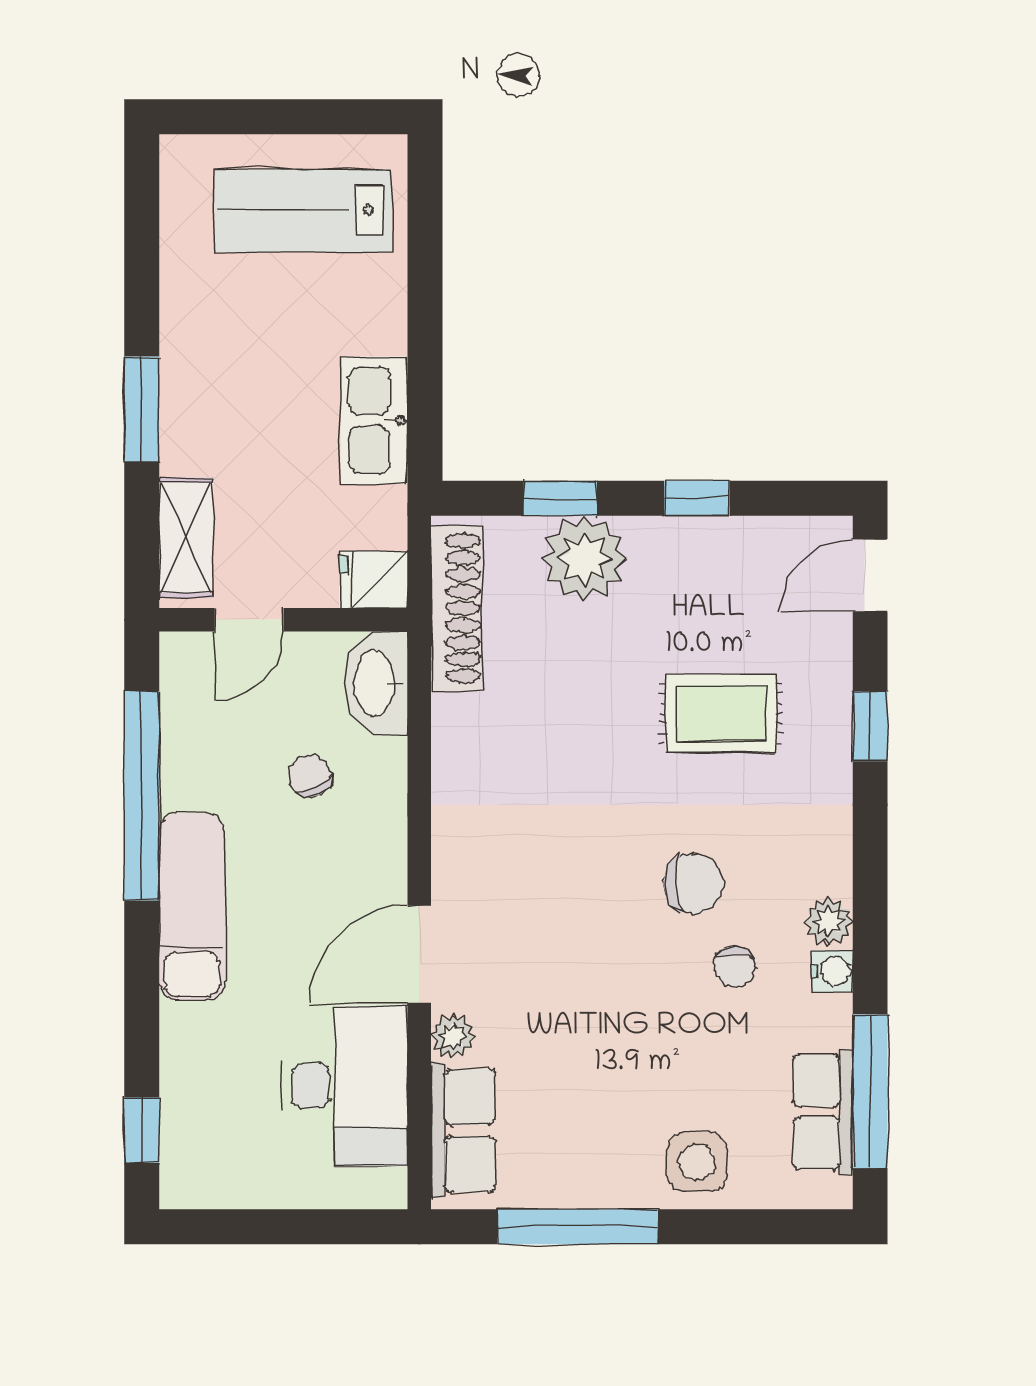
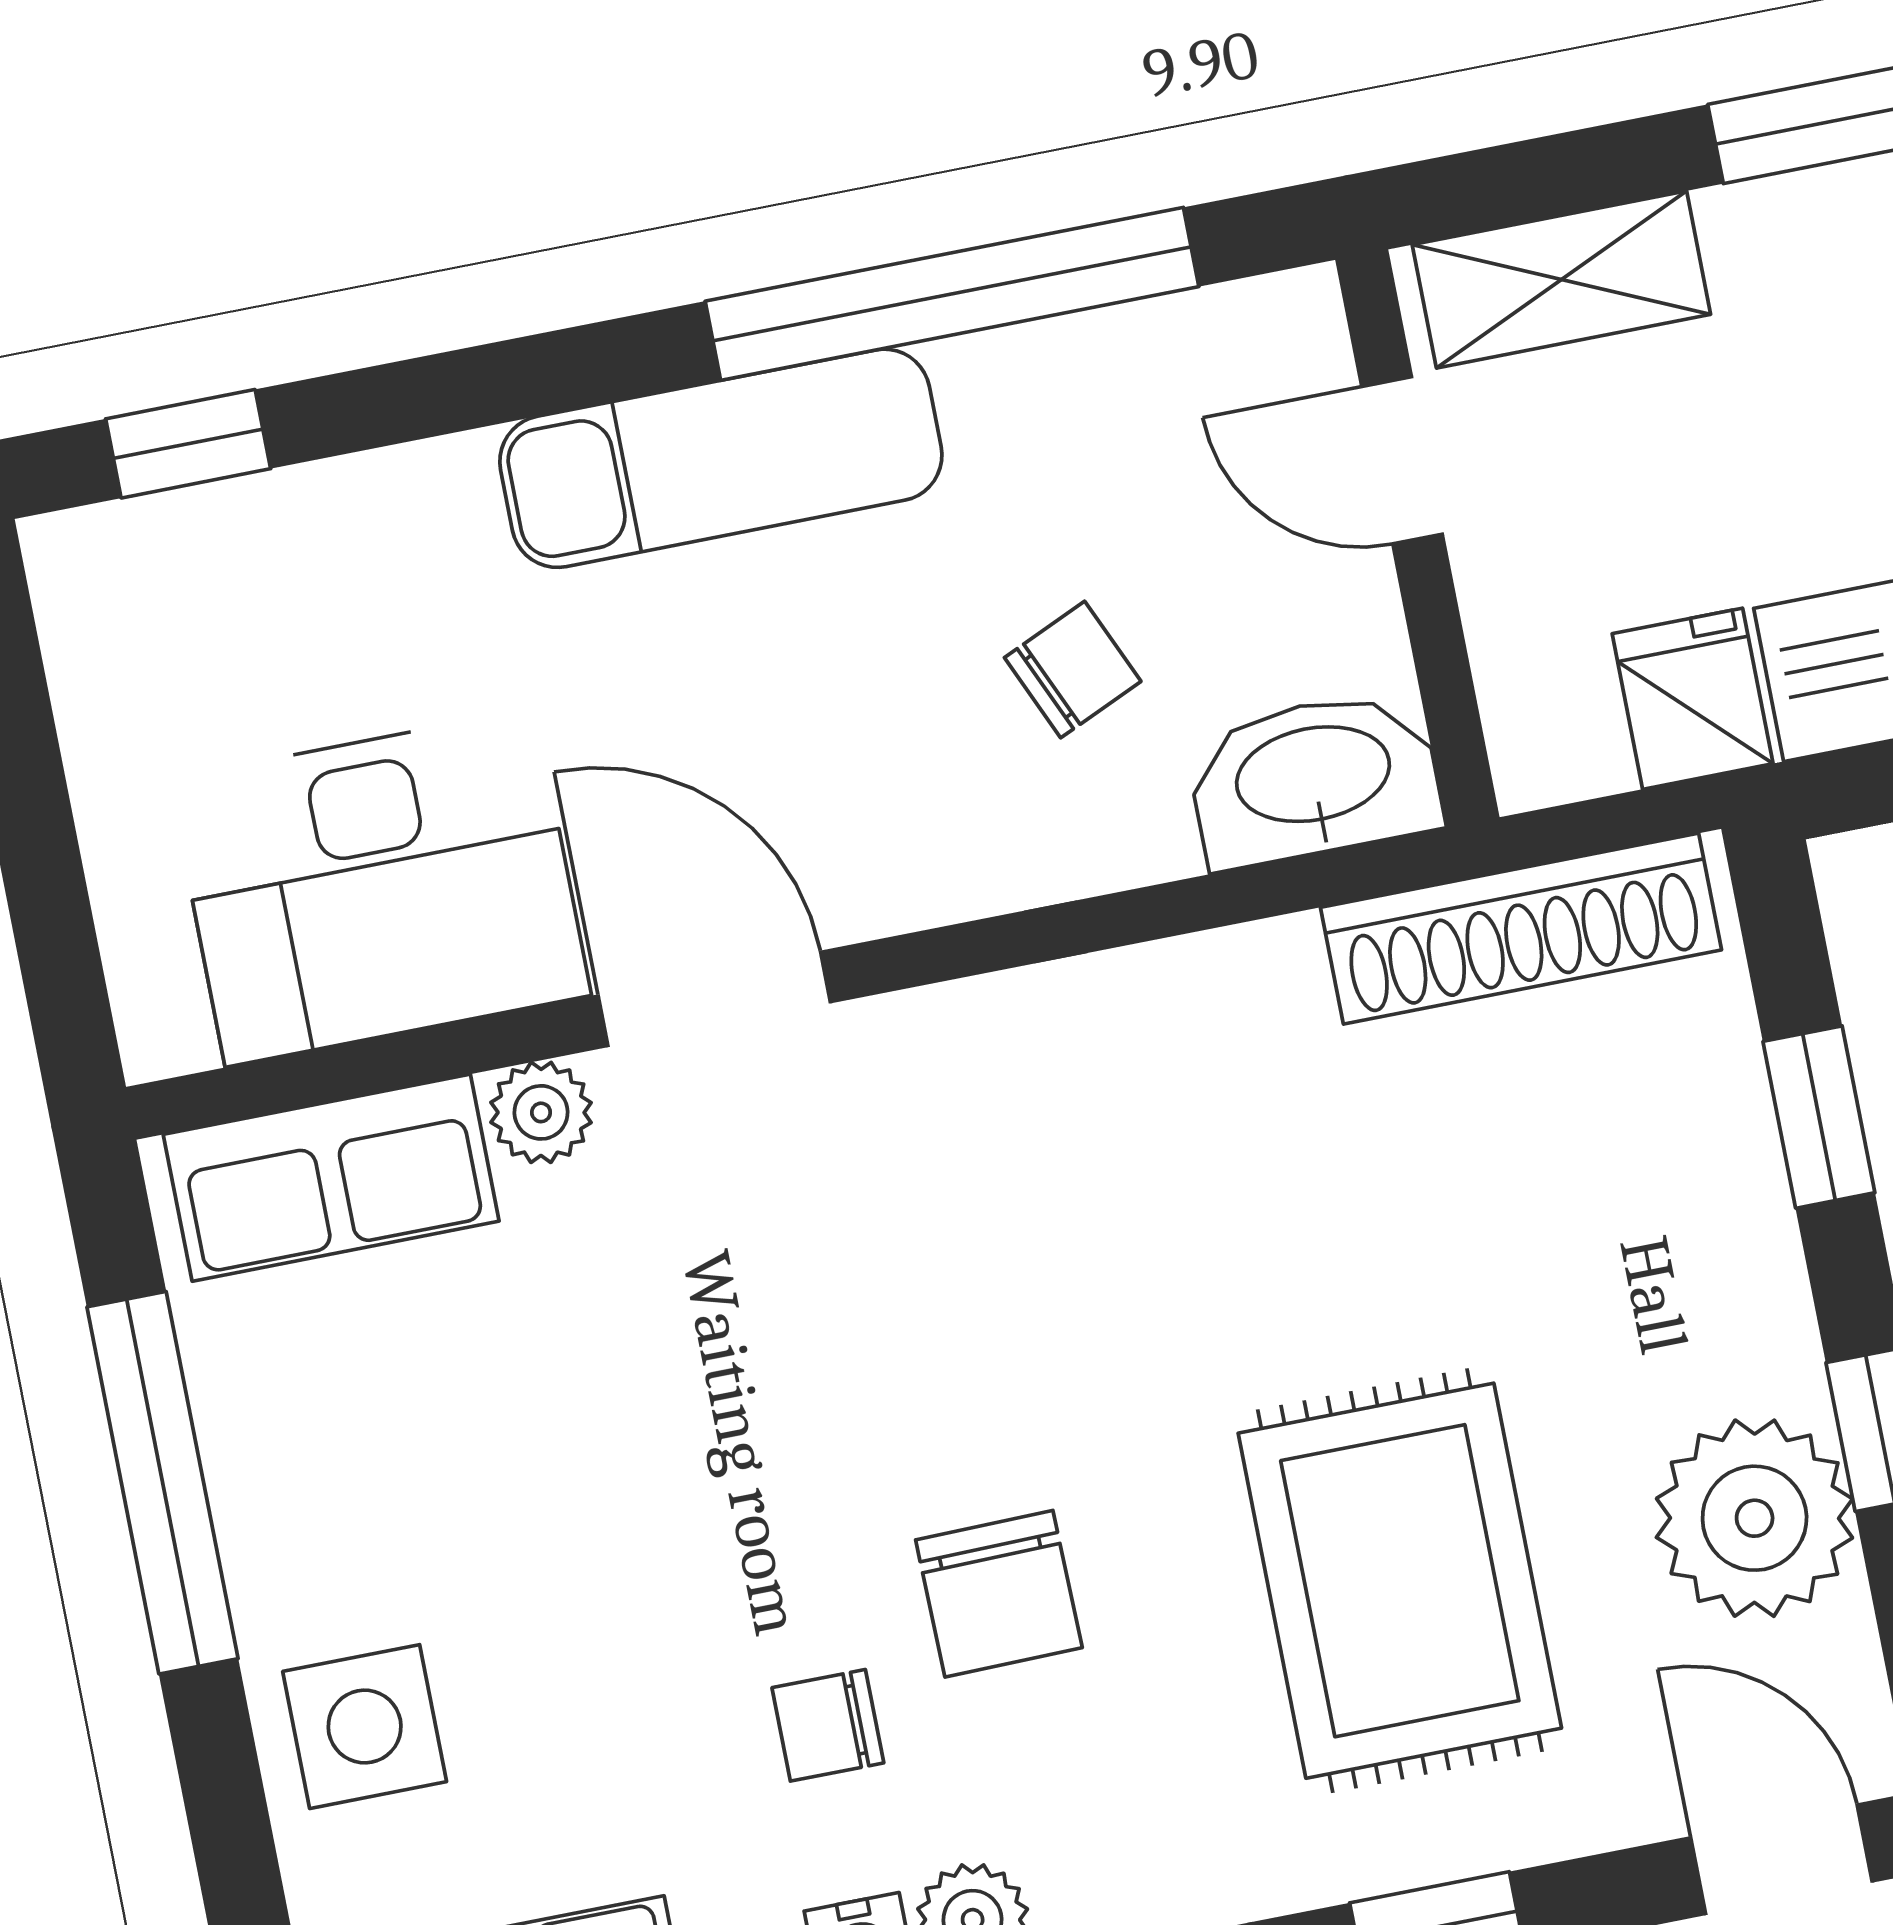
plant: (585, 559) -> (1755, 1518), moved
fridge: (374, 580) -> (1693, 699), moved
rug: (721, 713) -> (1400, 1581), width x1.36, depth x1.43

